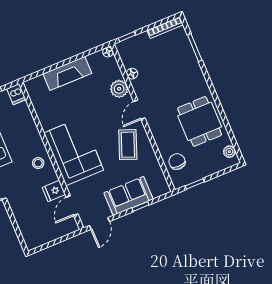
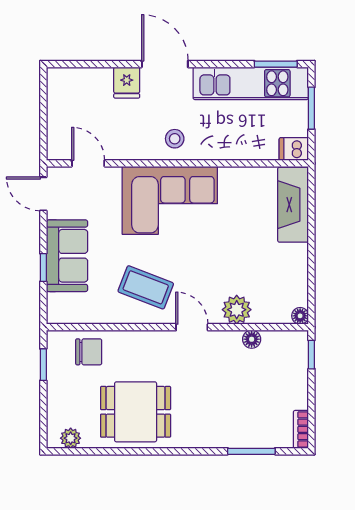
bookcase: (165, 28) -> (301, 429), width x0.64
fireplace: (67, 73) -> (293, 205), moved
fridge: (54, 191) -> (127, 83), moved, turned 180

